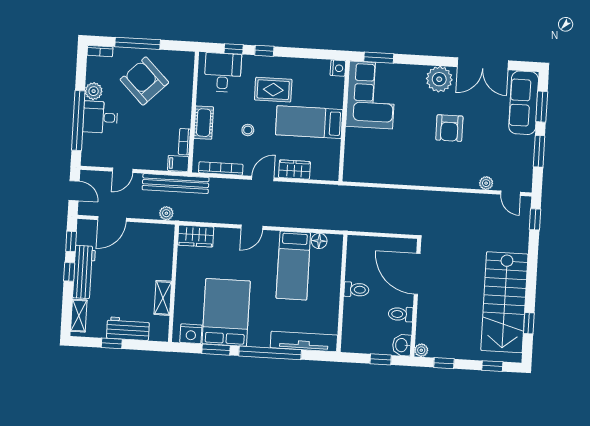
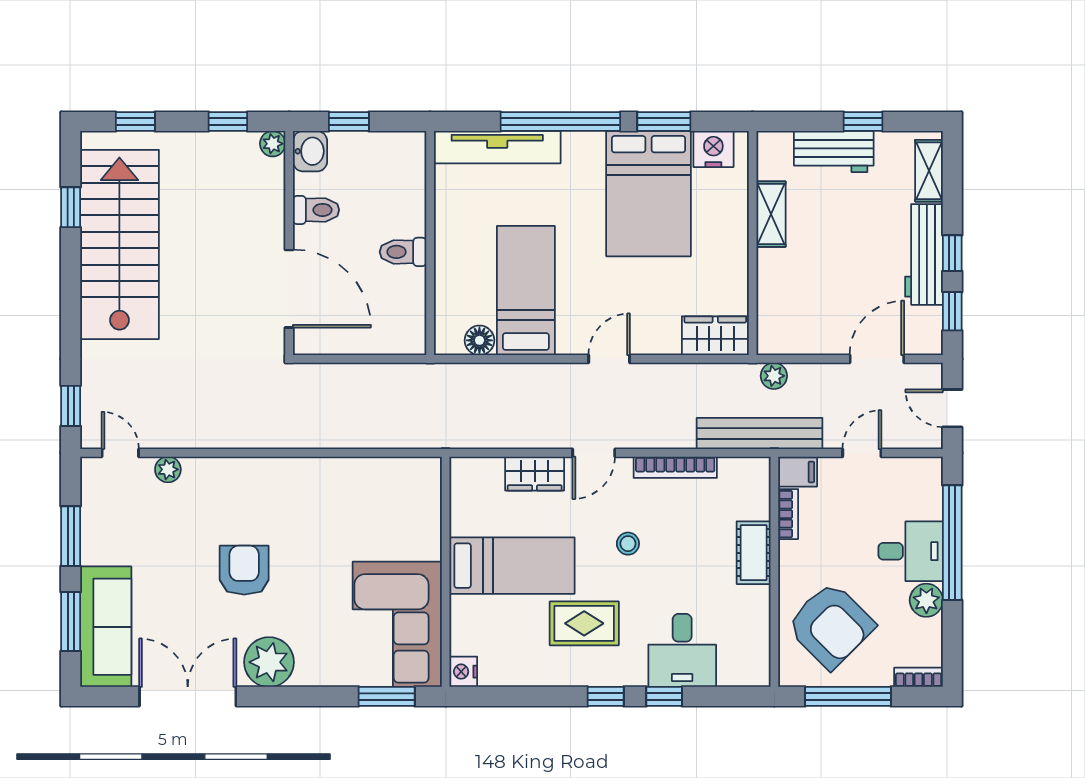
wall: (193, 112) -> (774, 572), moved
cot: (204, 123) -> (754, 553), moved
bookcase: (184, 142) -> (788, 514), moved
filing cabinet: (178, 163) -> (798, 472), moved

